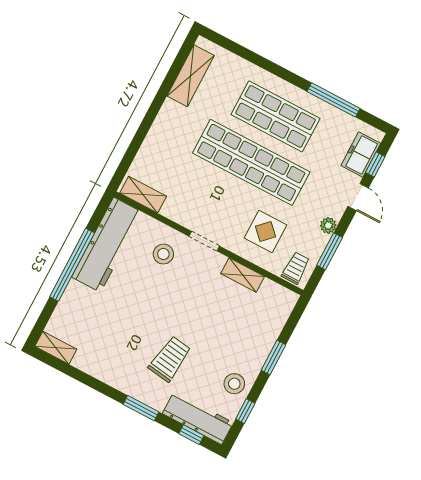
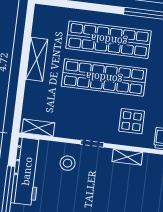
shelving: (191, 76) -> (37, 59), moved
shop shelf: (275, 116) -> (109, 40), width x1.40

